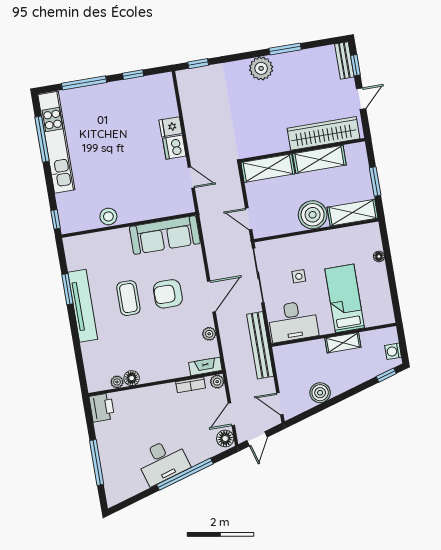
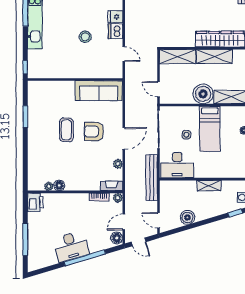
stool: (108, 216) -> (85, 37), moved
bed: (345, 298) -> (210, 129), moved, turned 180
tv unit: (83, 306) -> (34, 130), removed
door: (257, 439) -> (139, 242), hinge flipped

